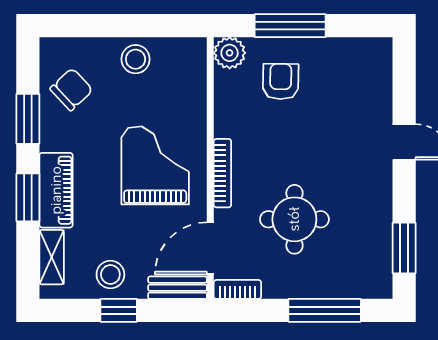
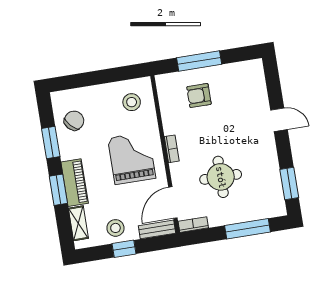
plant: (230, 53) -> (165, 83), removed
stool: (136, 59) -> (132, 102), moved
armchair: (281, 81) -> (199, 96), turned -91
bookcase: (222, 173) -> (172, 149), width x0.64

